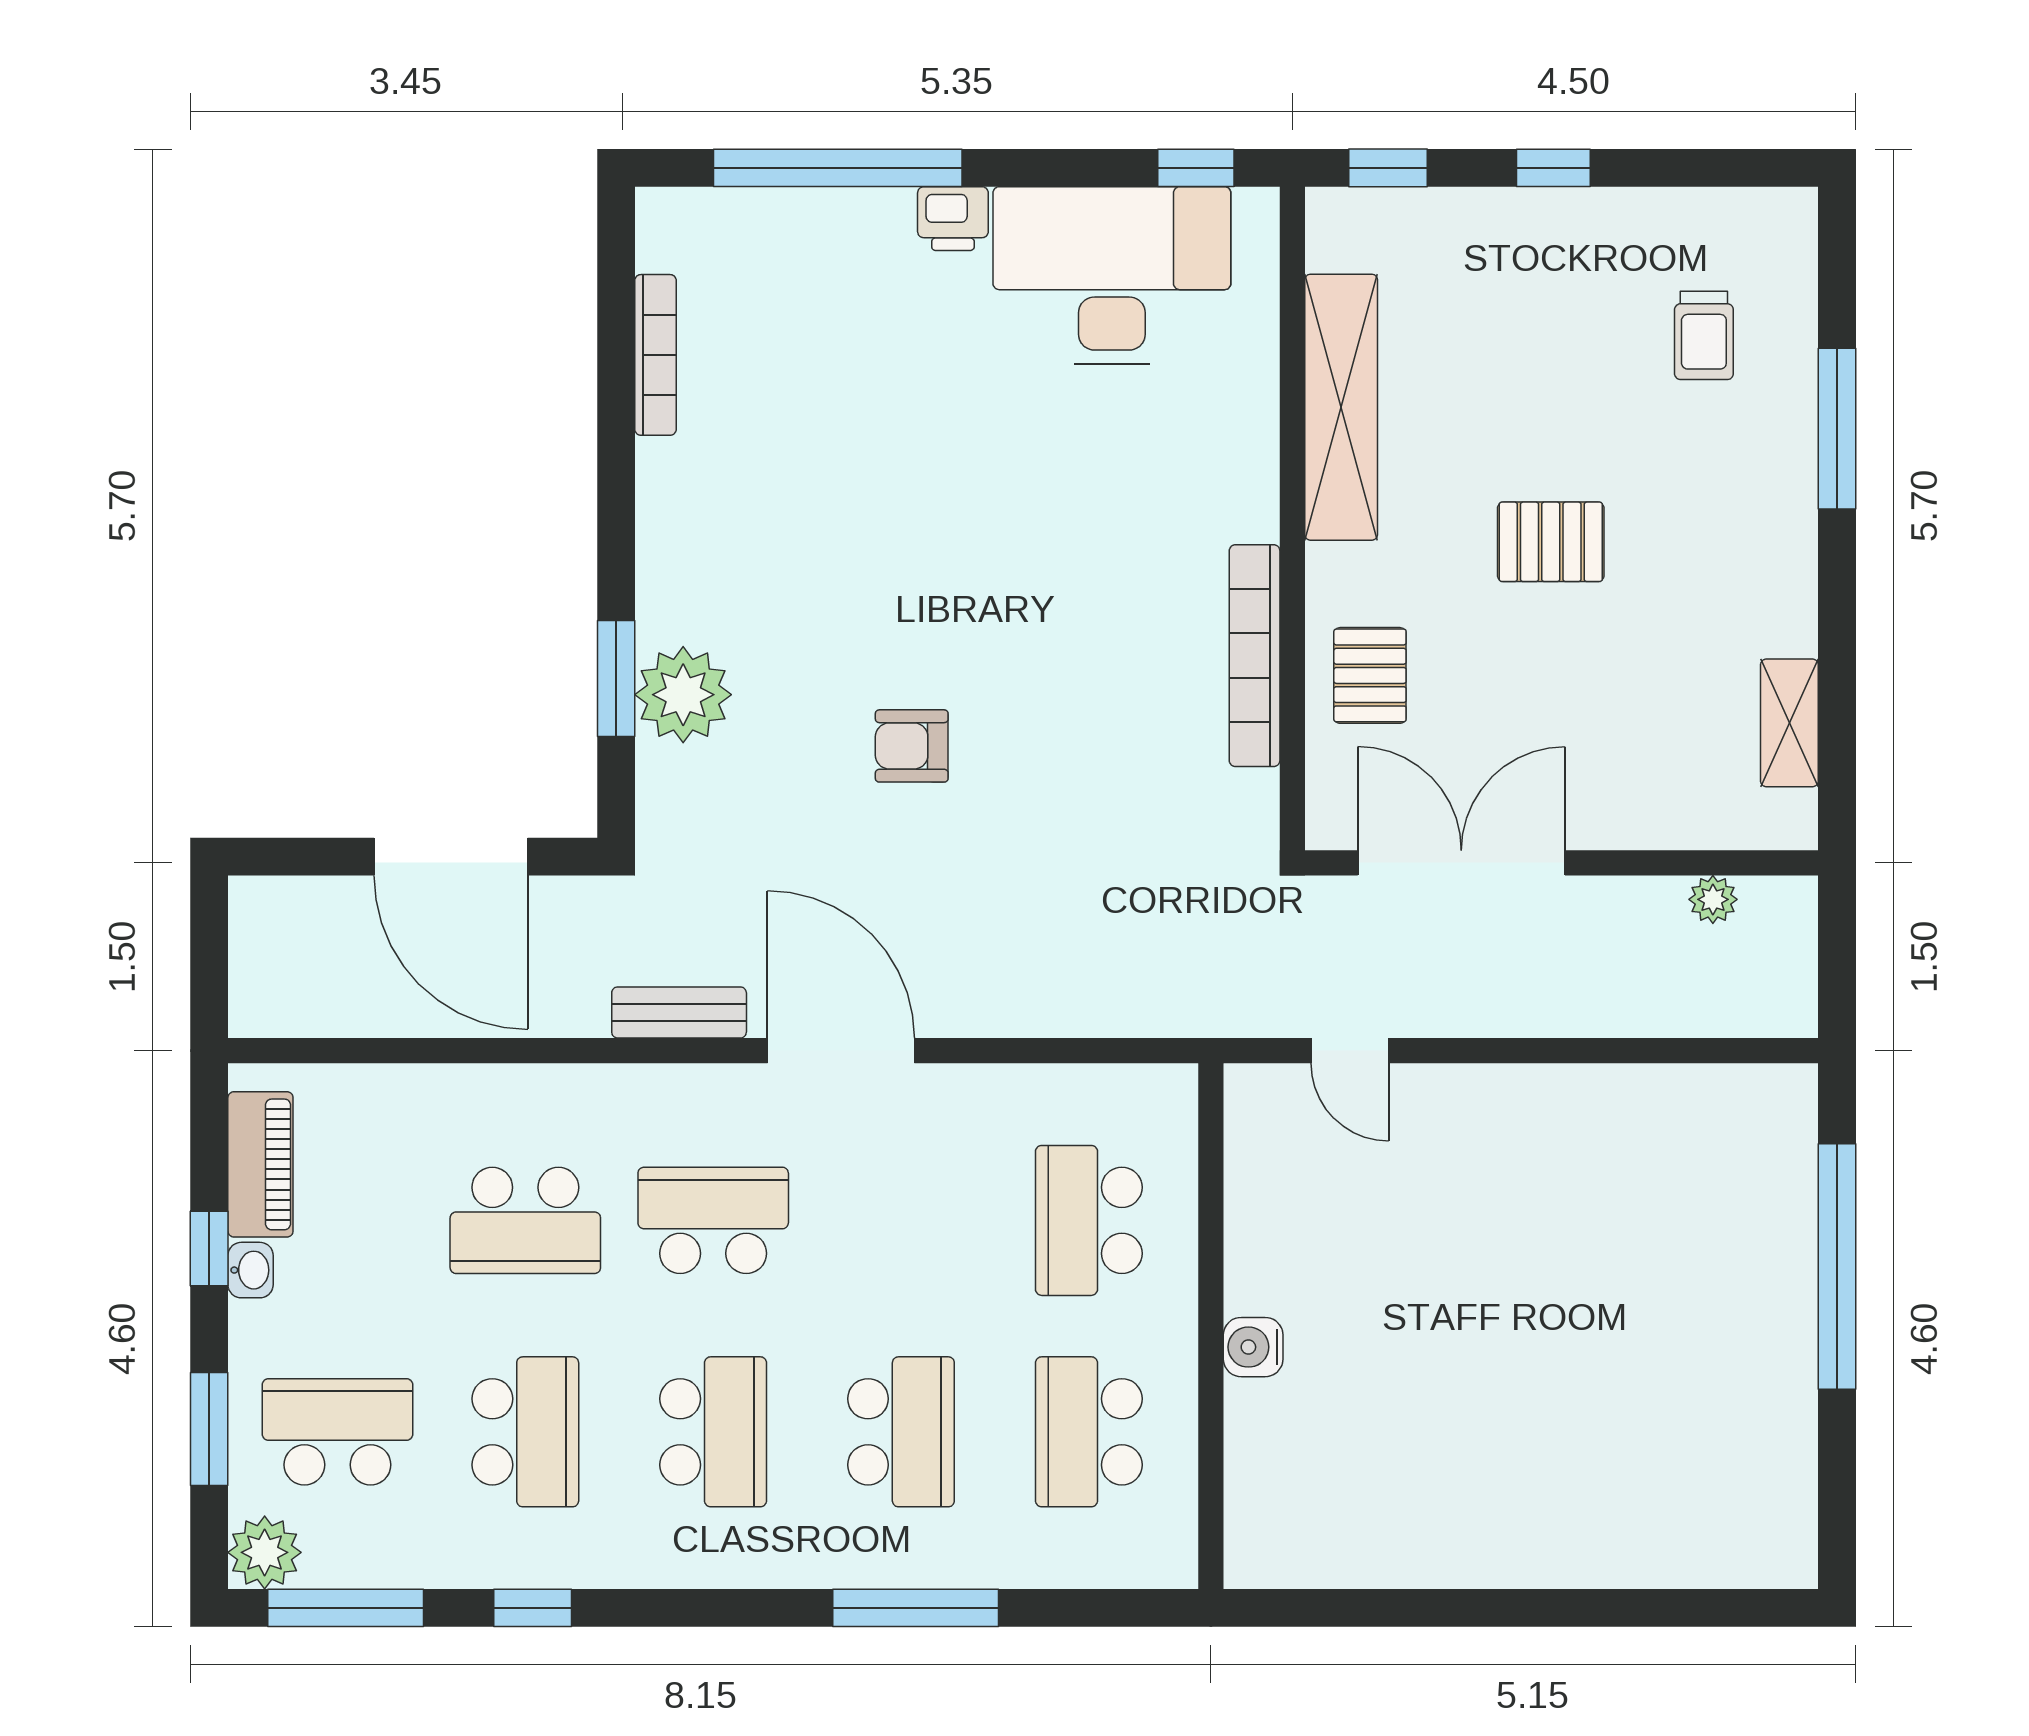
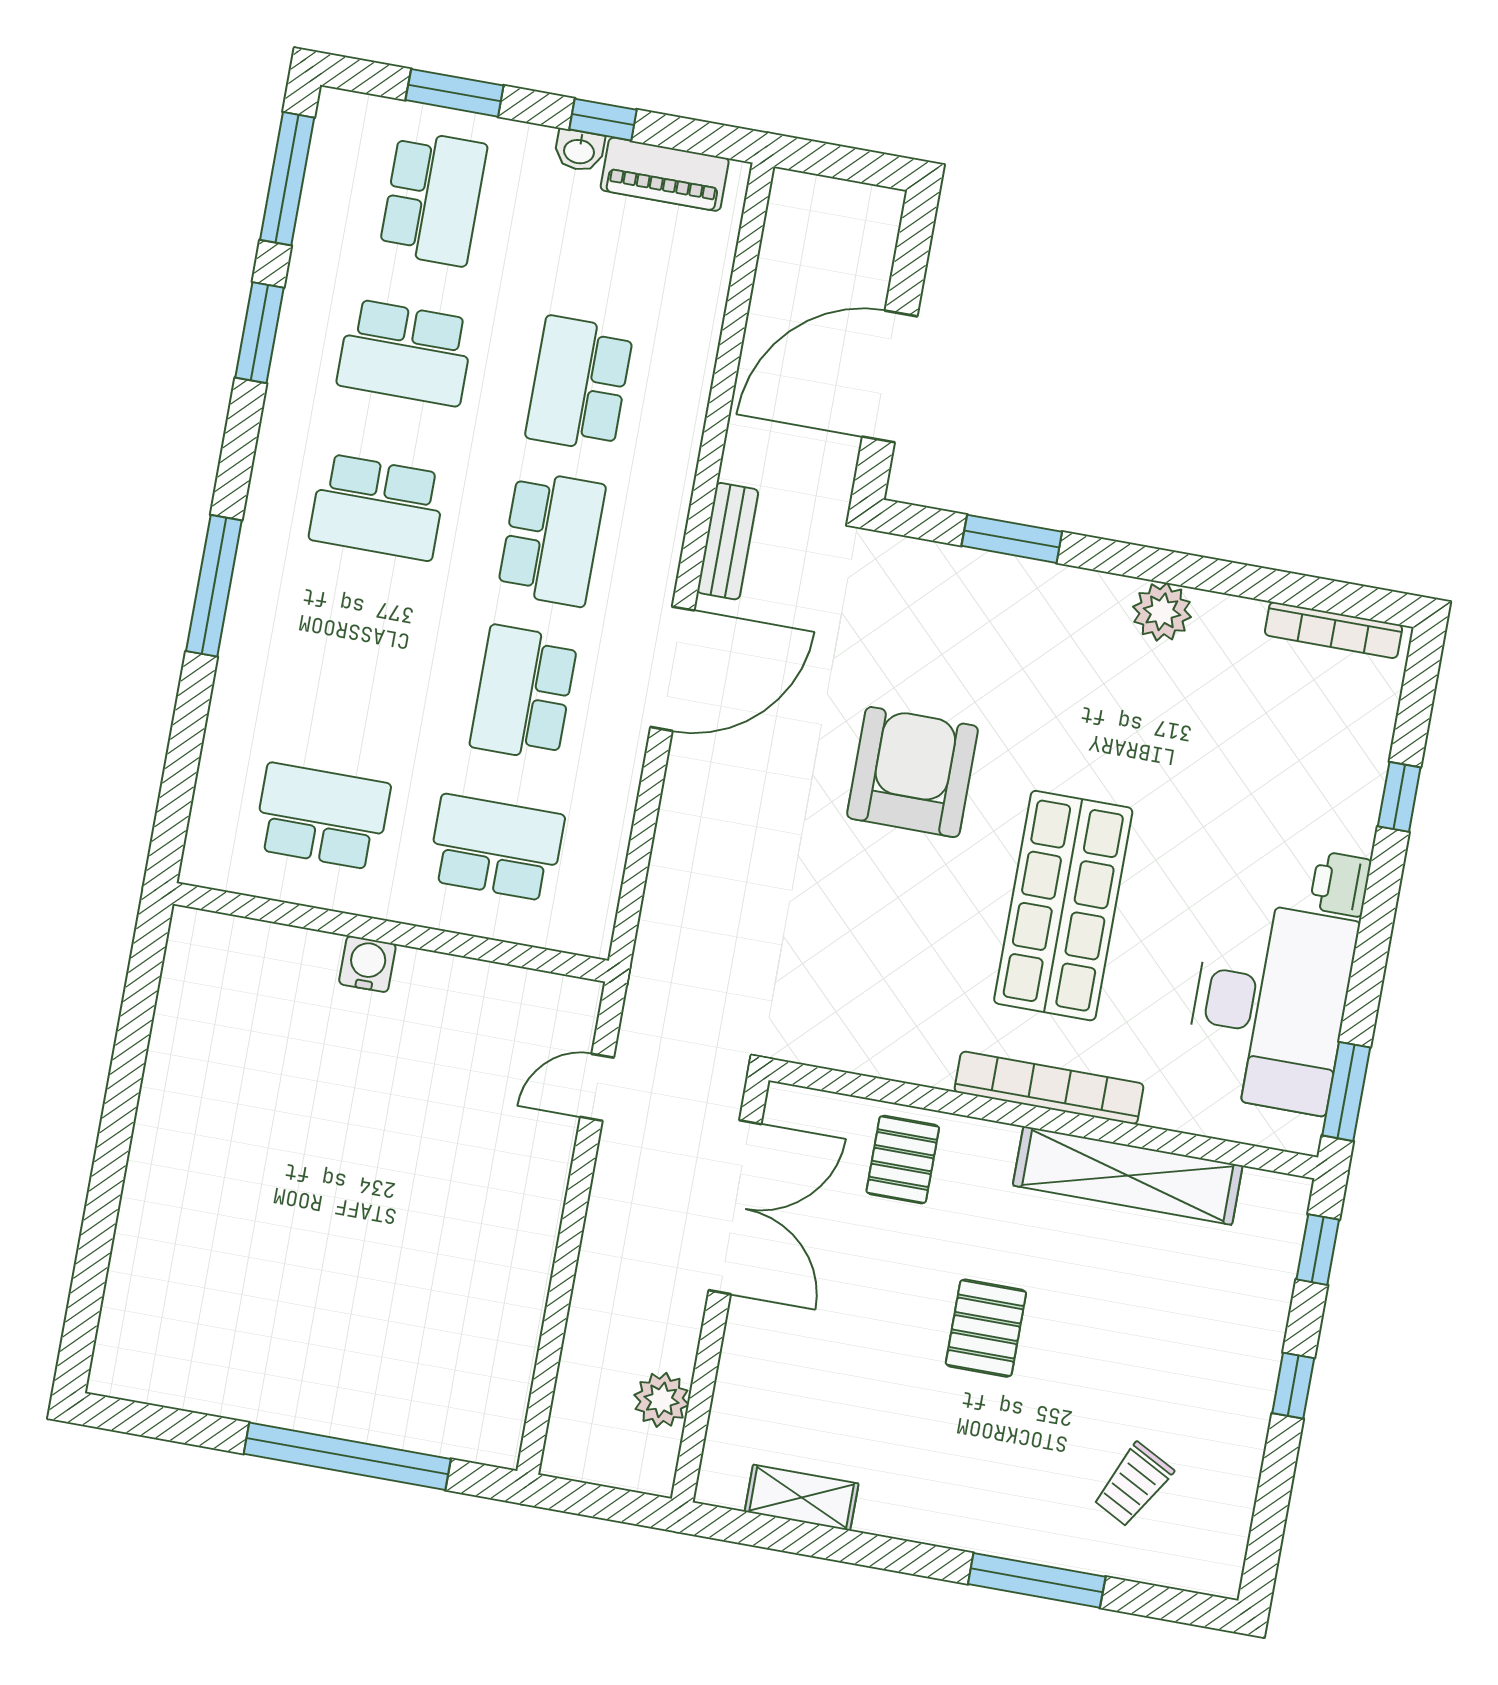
window: (838, 168) -> (1399, 797), width x0.32
window: (1196, 168) -> (1346, 1091), width x1.50
trolley: (1704, 335) -> (1133, 1485), turned -62
bookcase: (656, 355) -> (1333, 630), moved
shop shelf: (1037, 540) -> (1063, 906), added
bookcase: (1255, 656) -> (1049, 1088), moved
pallet: (1370, 675) -> (903, 1160), turned 90
plant: (683, 695) -> (1162, 612), moved, width x0.73, depth x0.73
armchair: (912, 746) -> (913, 772), width x1.88, depth x1.88
plant: (1713, 899) -> (662, 1400), width x1.38, depth x1.38
school desk: (901, 1432) -> (524, 693), moved, turned 90
plant: (265, 1552) -> (345, 120), removed
window: (533, 1608) -> (259, 333), width x1.50
window: (916, 1608) -> (214, 586), moved

